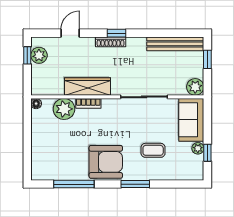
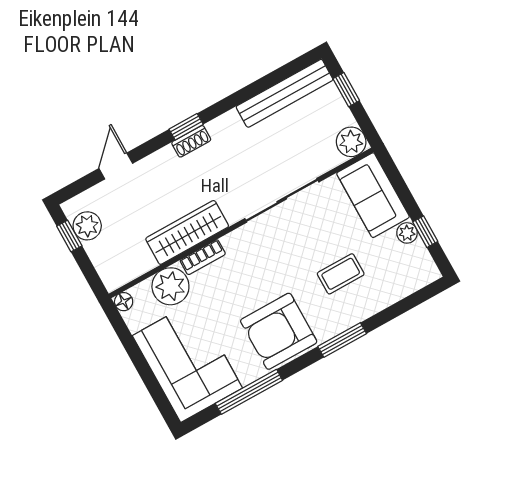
shoe rack: (111, 42) -> (191, 141), width x0.70
corner sofa: (51, 152) -> (187, 362), added
armchair: (106, 162) -> (279, 331), turned 180

